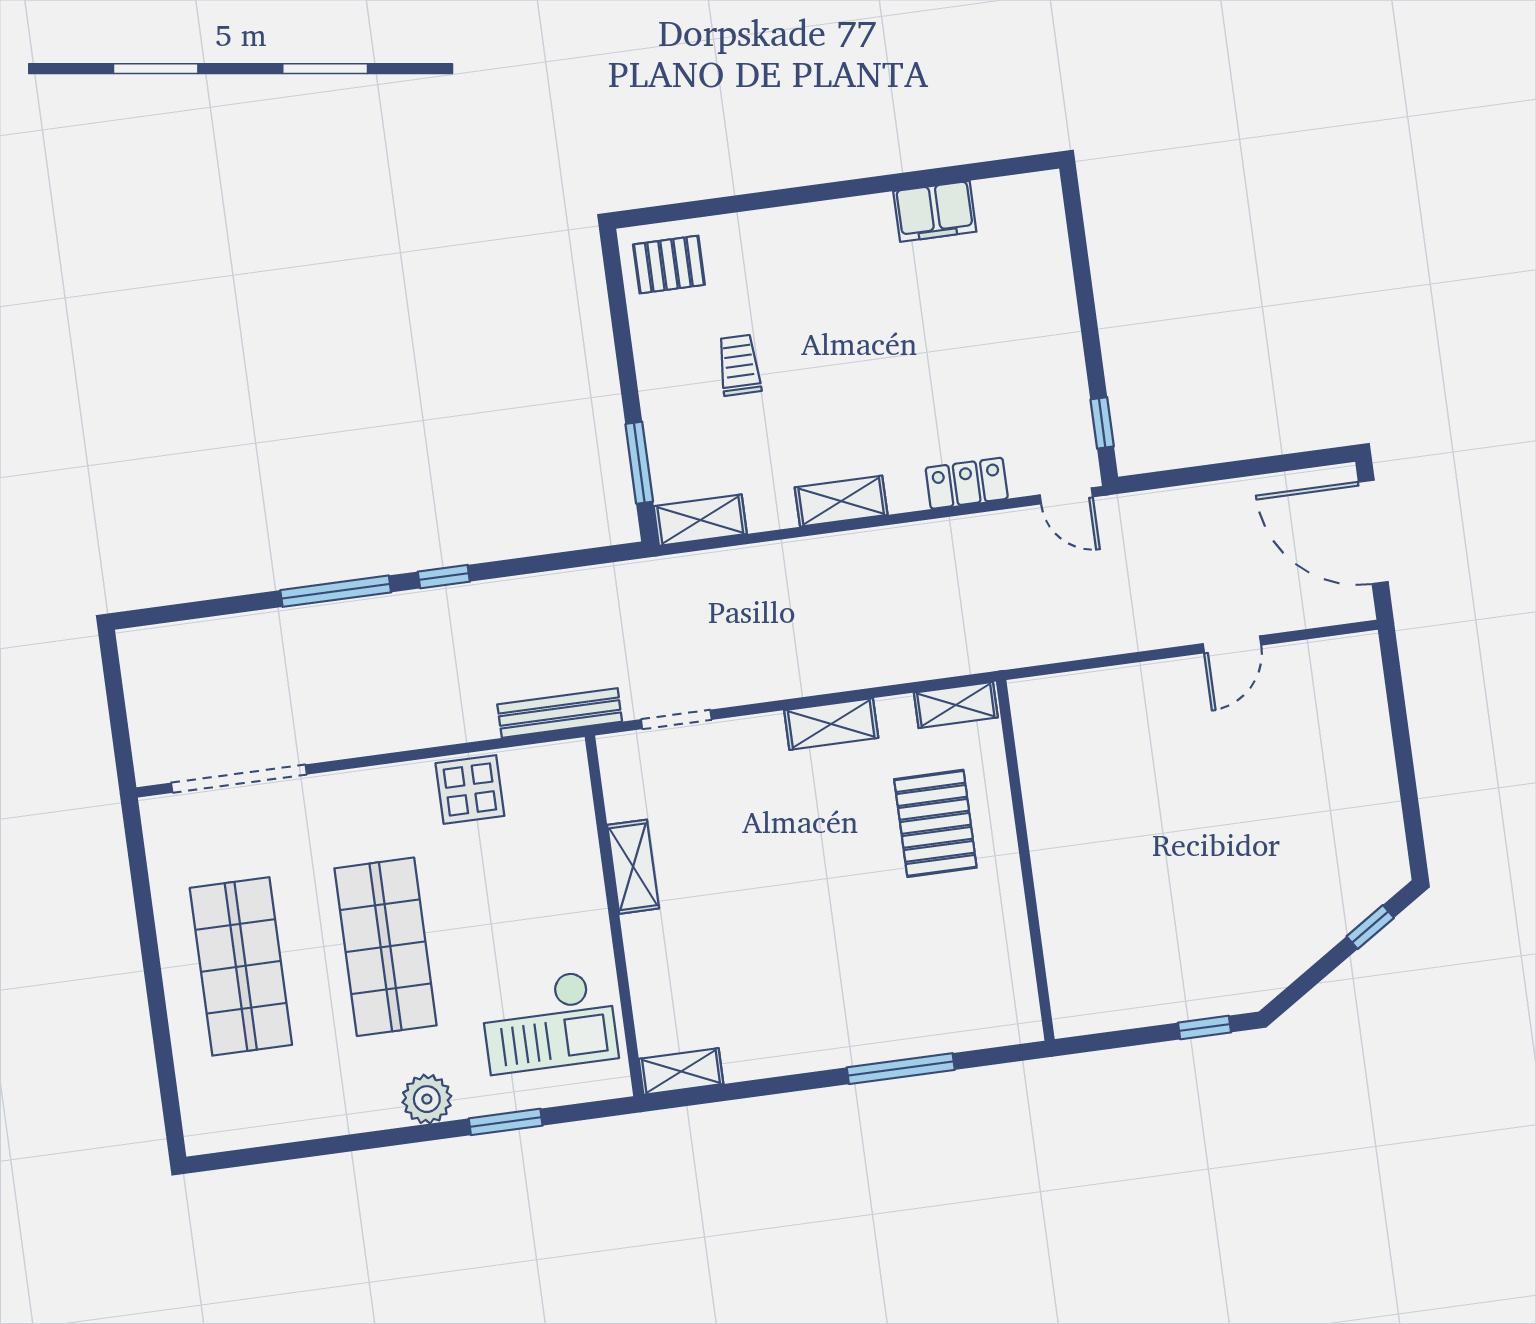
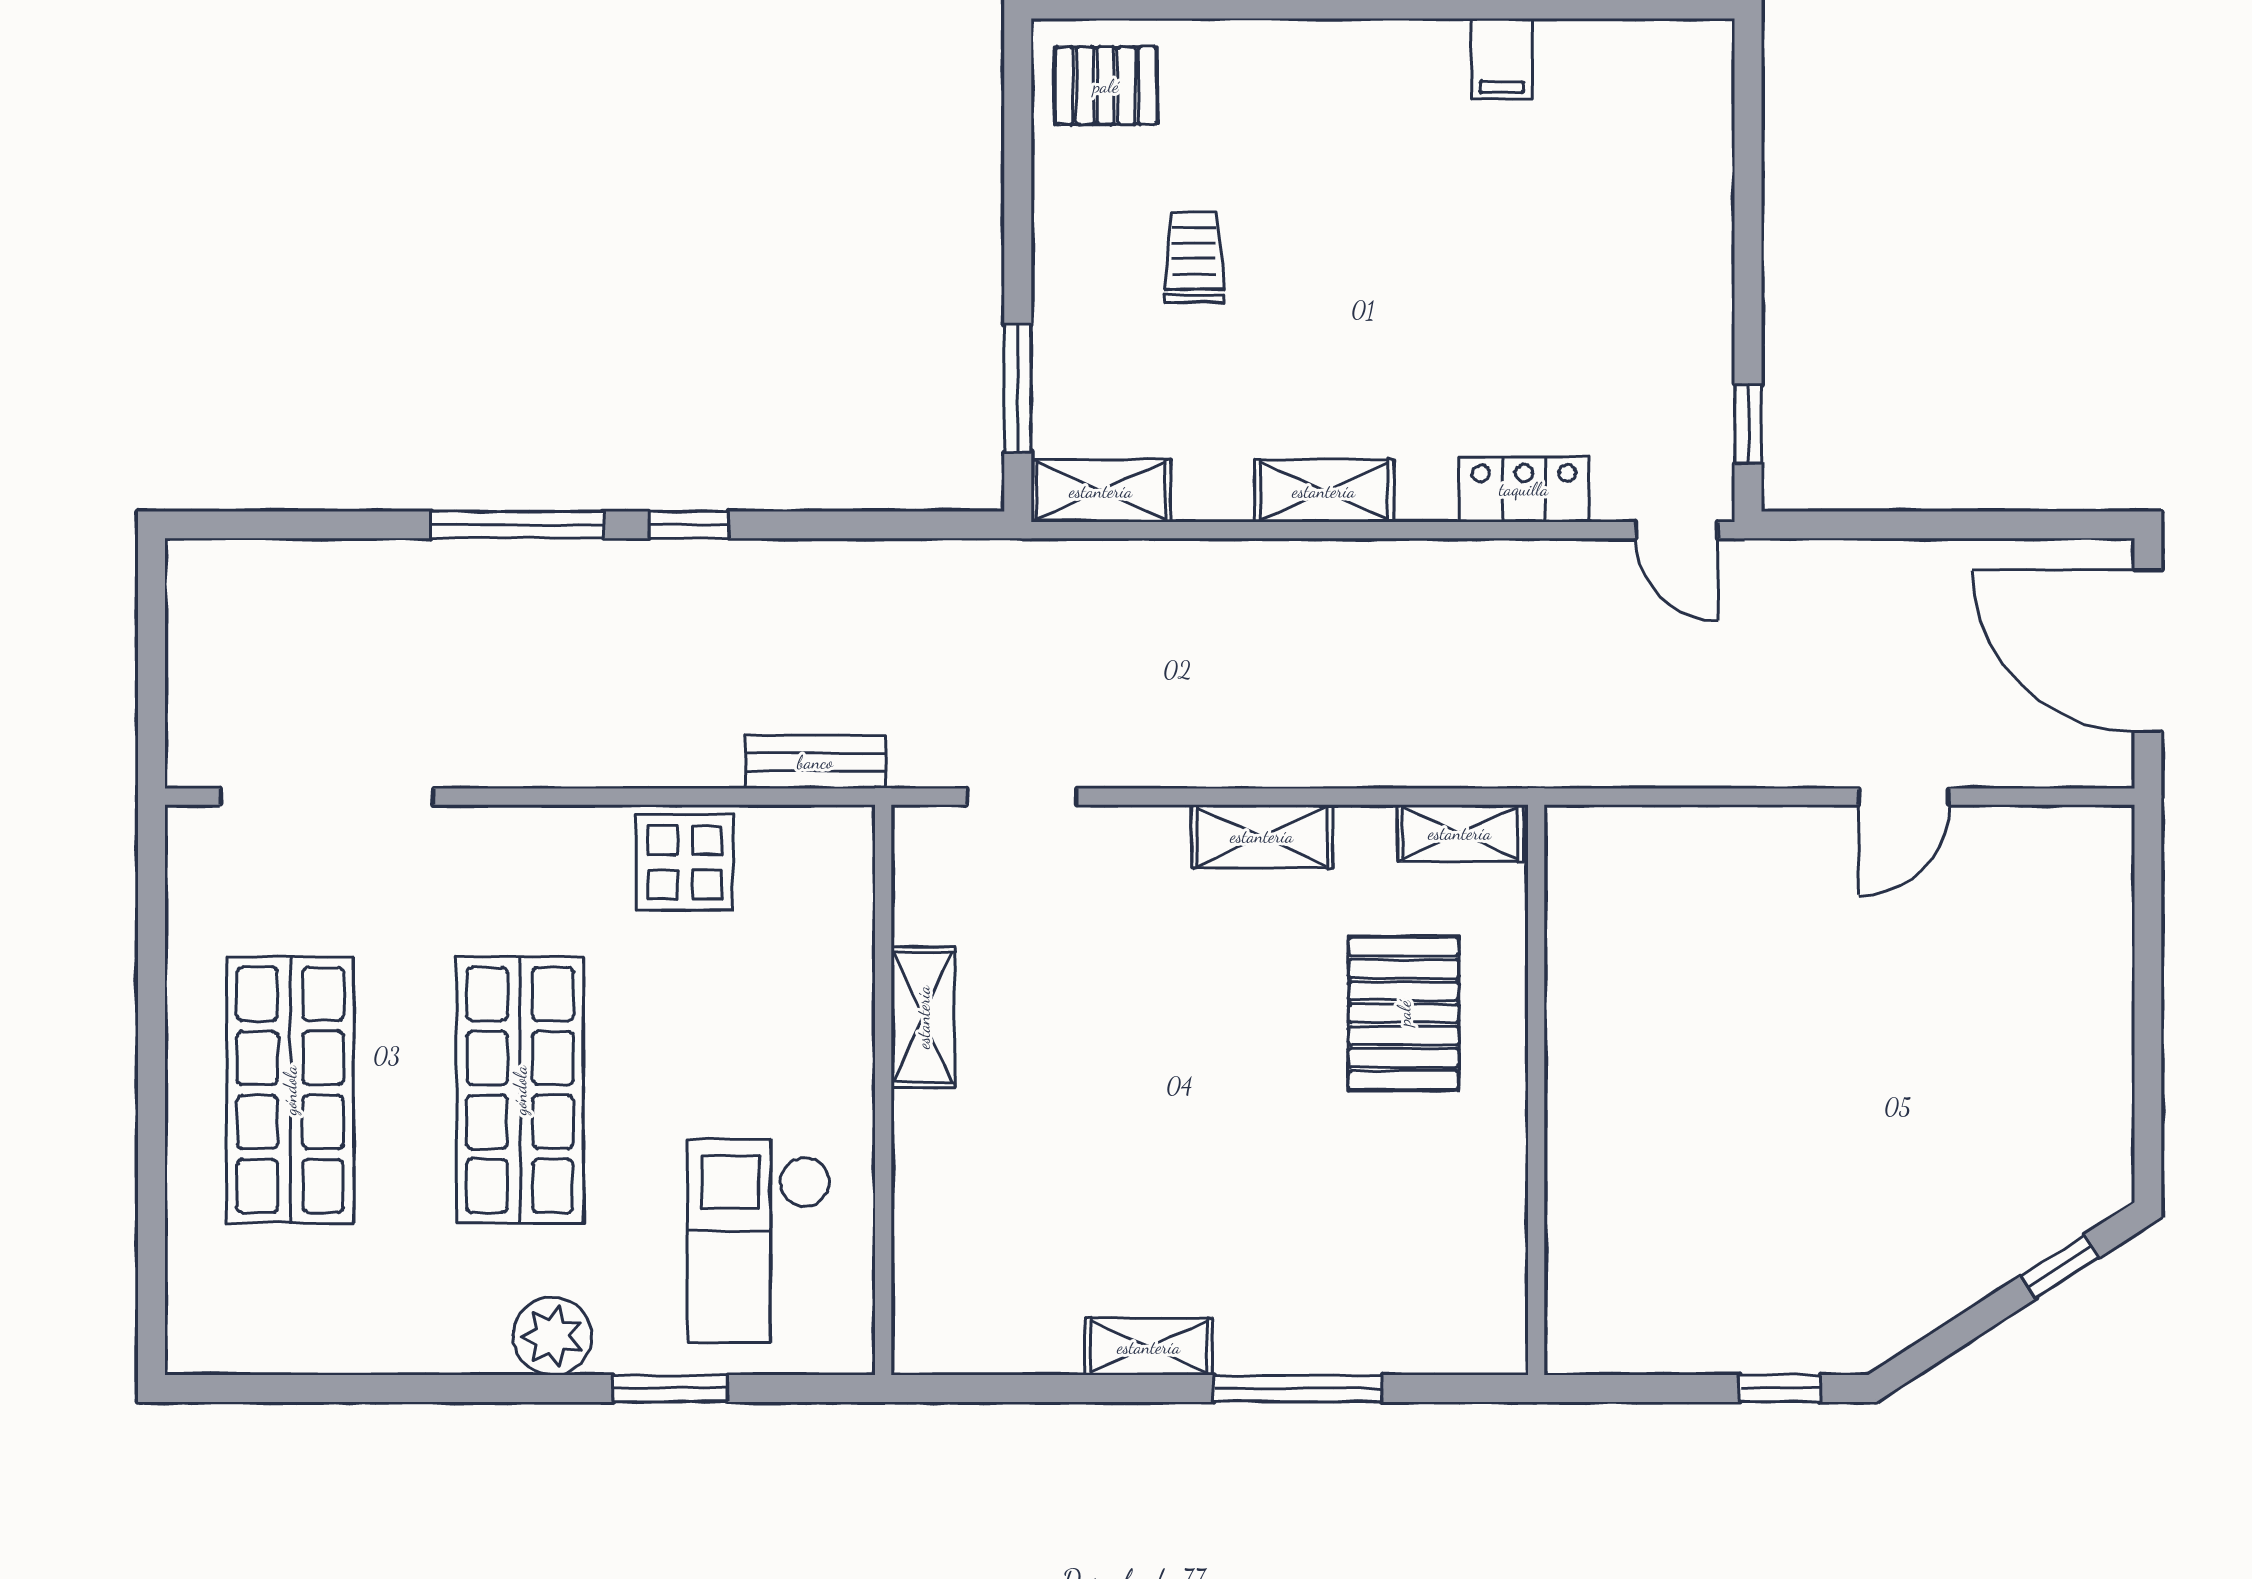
filing cabinet: (935, 211) -> (1501, 59), width x0.50
bench: (560, 713) -> (815, 762), width x0.73
checkout: (549, 1022) -> (759, 1241), turned 90
shelving: (681, 1071) -> (1149, 1347), moved

